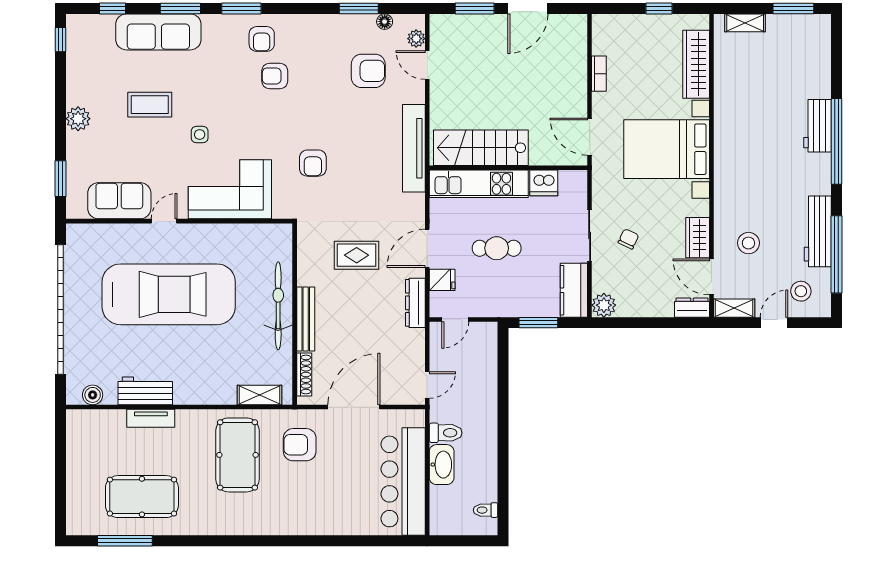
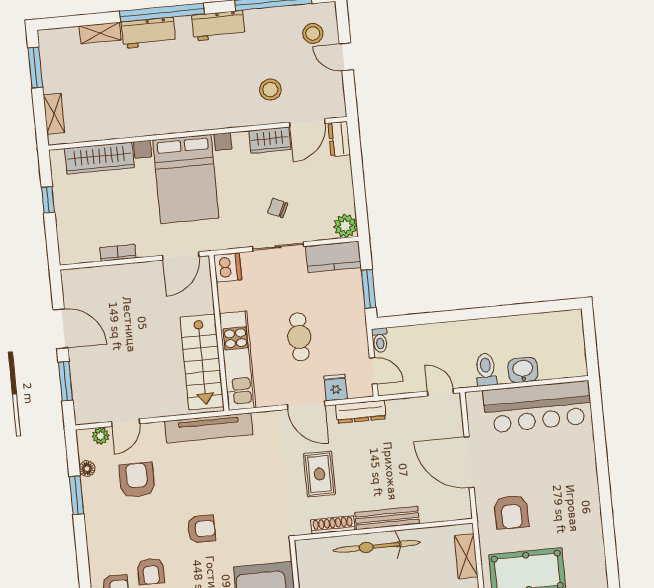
armchair: (313, 163) -> (201, 529), moved
dishwasher: (544, 183) -> (228, 267), moved
workbench: (818, 231) -> (218, 26), moved, width x0.73
shelving: (734, 308) -> (100, 33), moved, turned 90
shoe rack: (304, 374) -> (333, 525), moved
washbasin: (442, 465) -> (523, 370), width x0.72
toilet: (486, 510) -> (380, 340), moved

